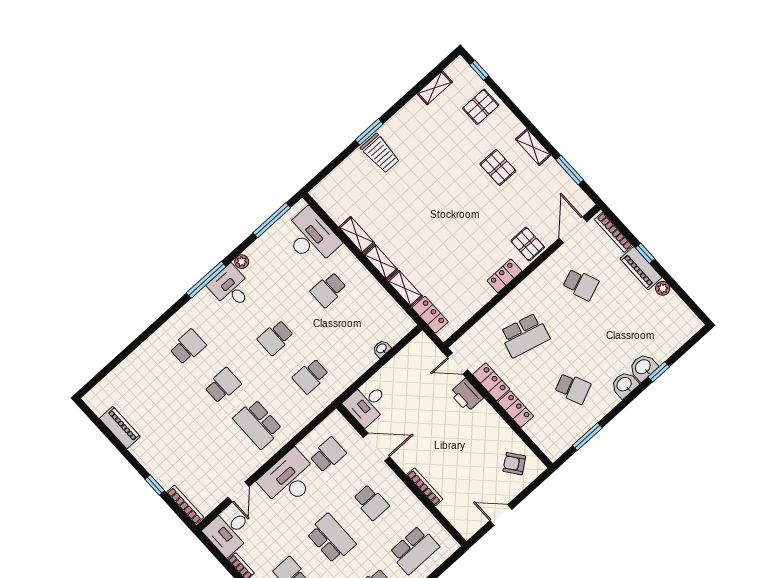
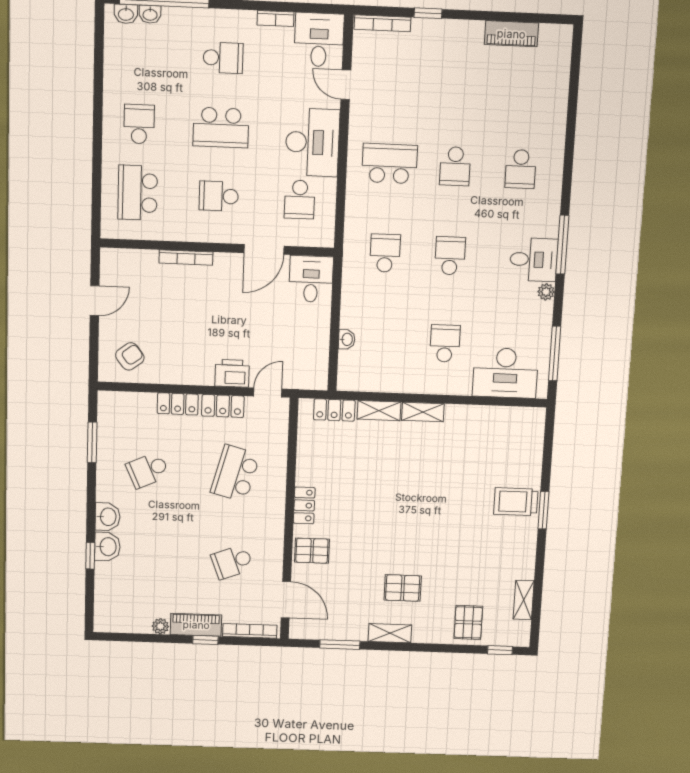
shelving: (357, 235) -> (467, 414), removed

